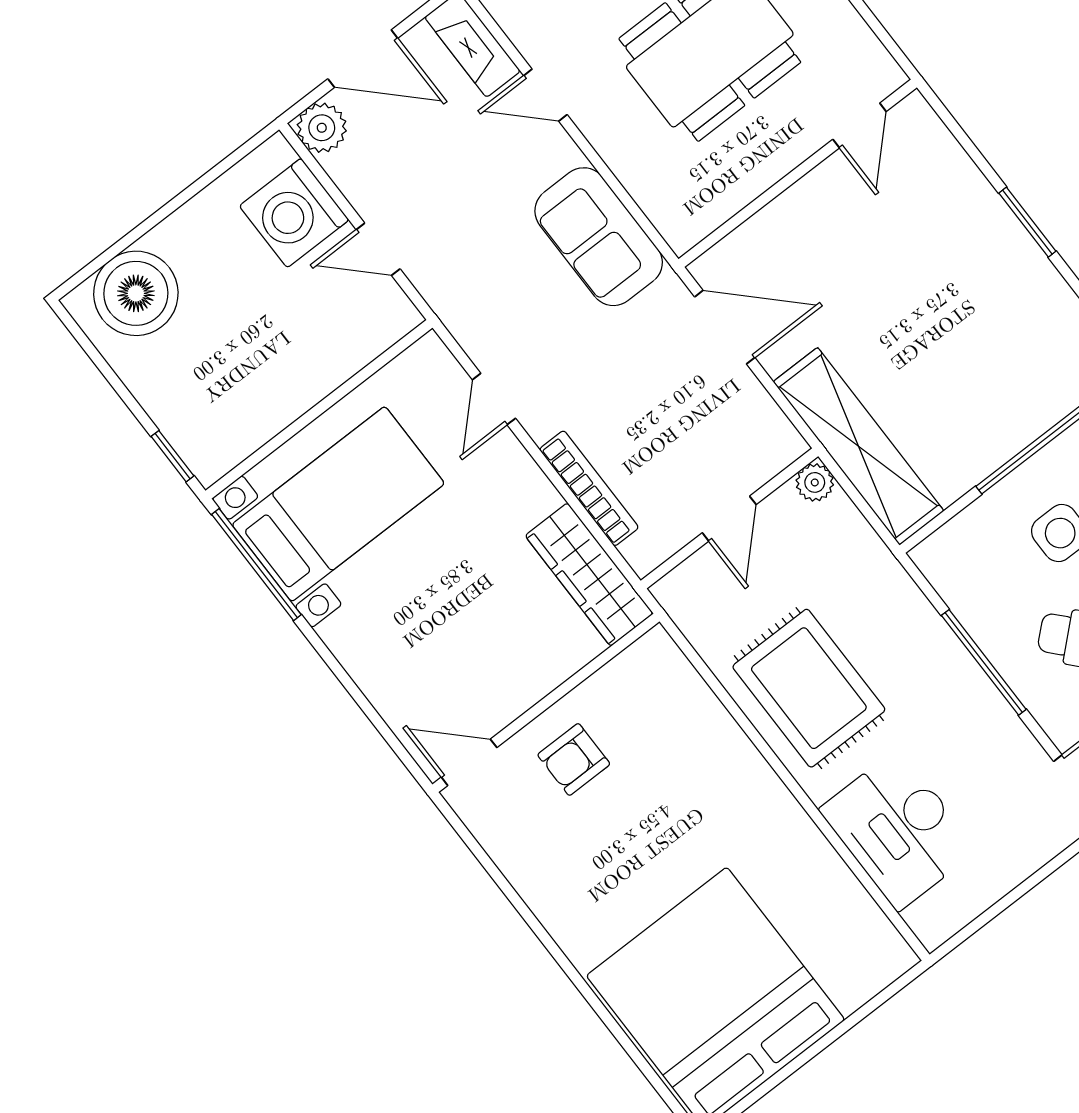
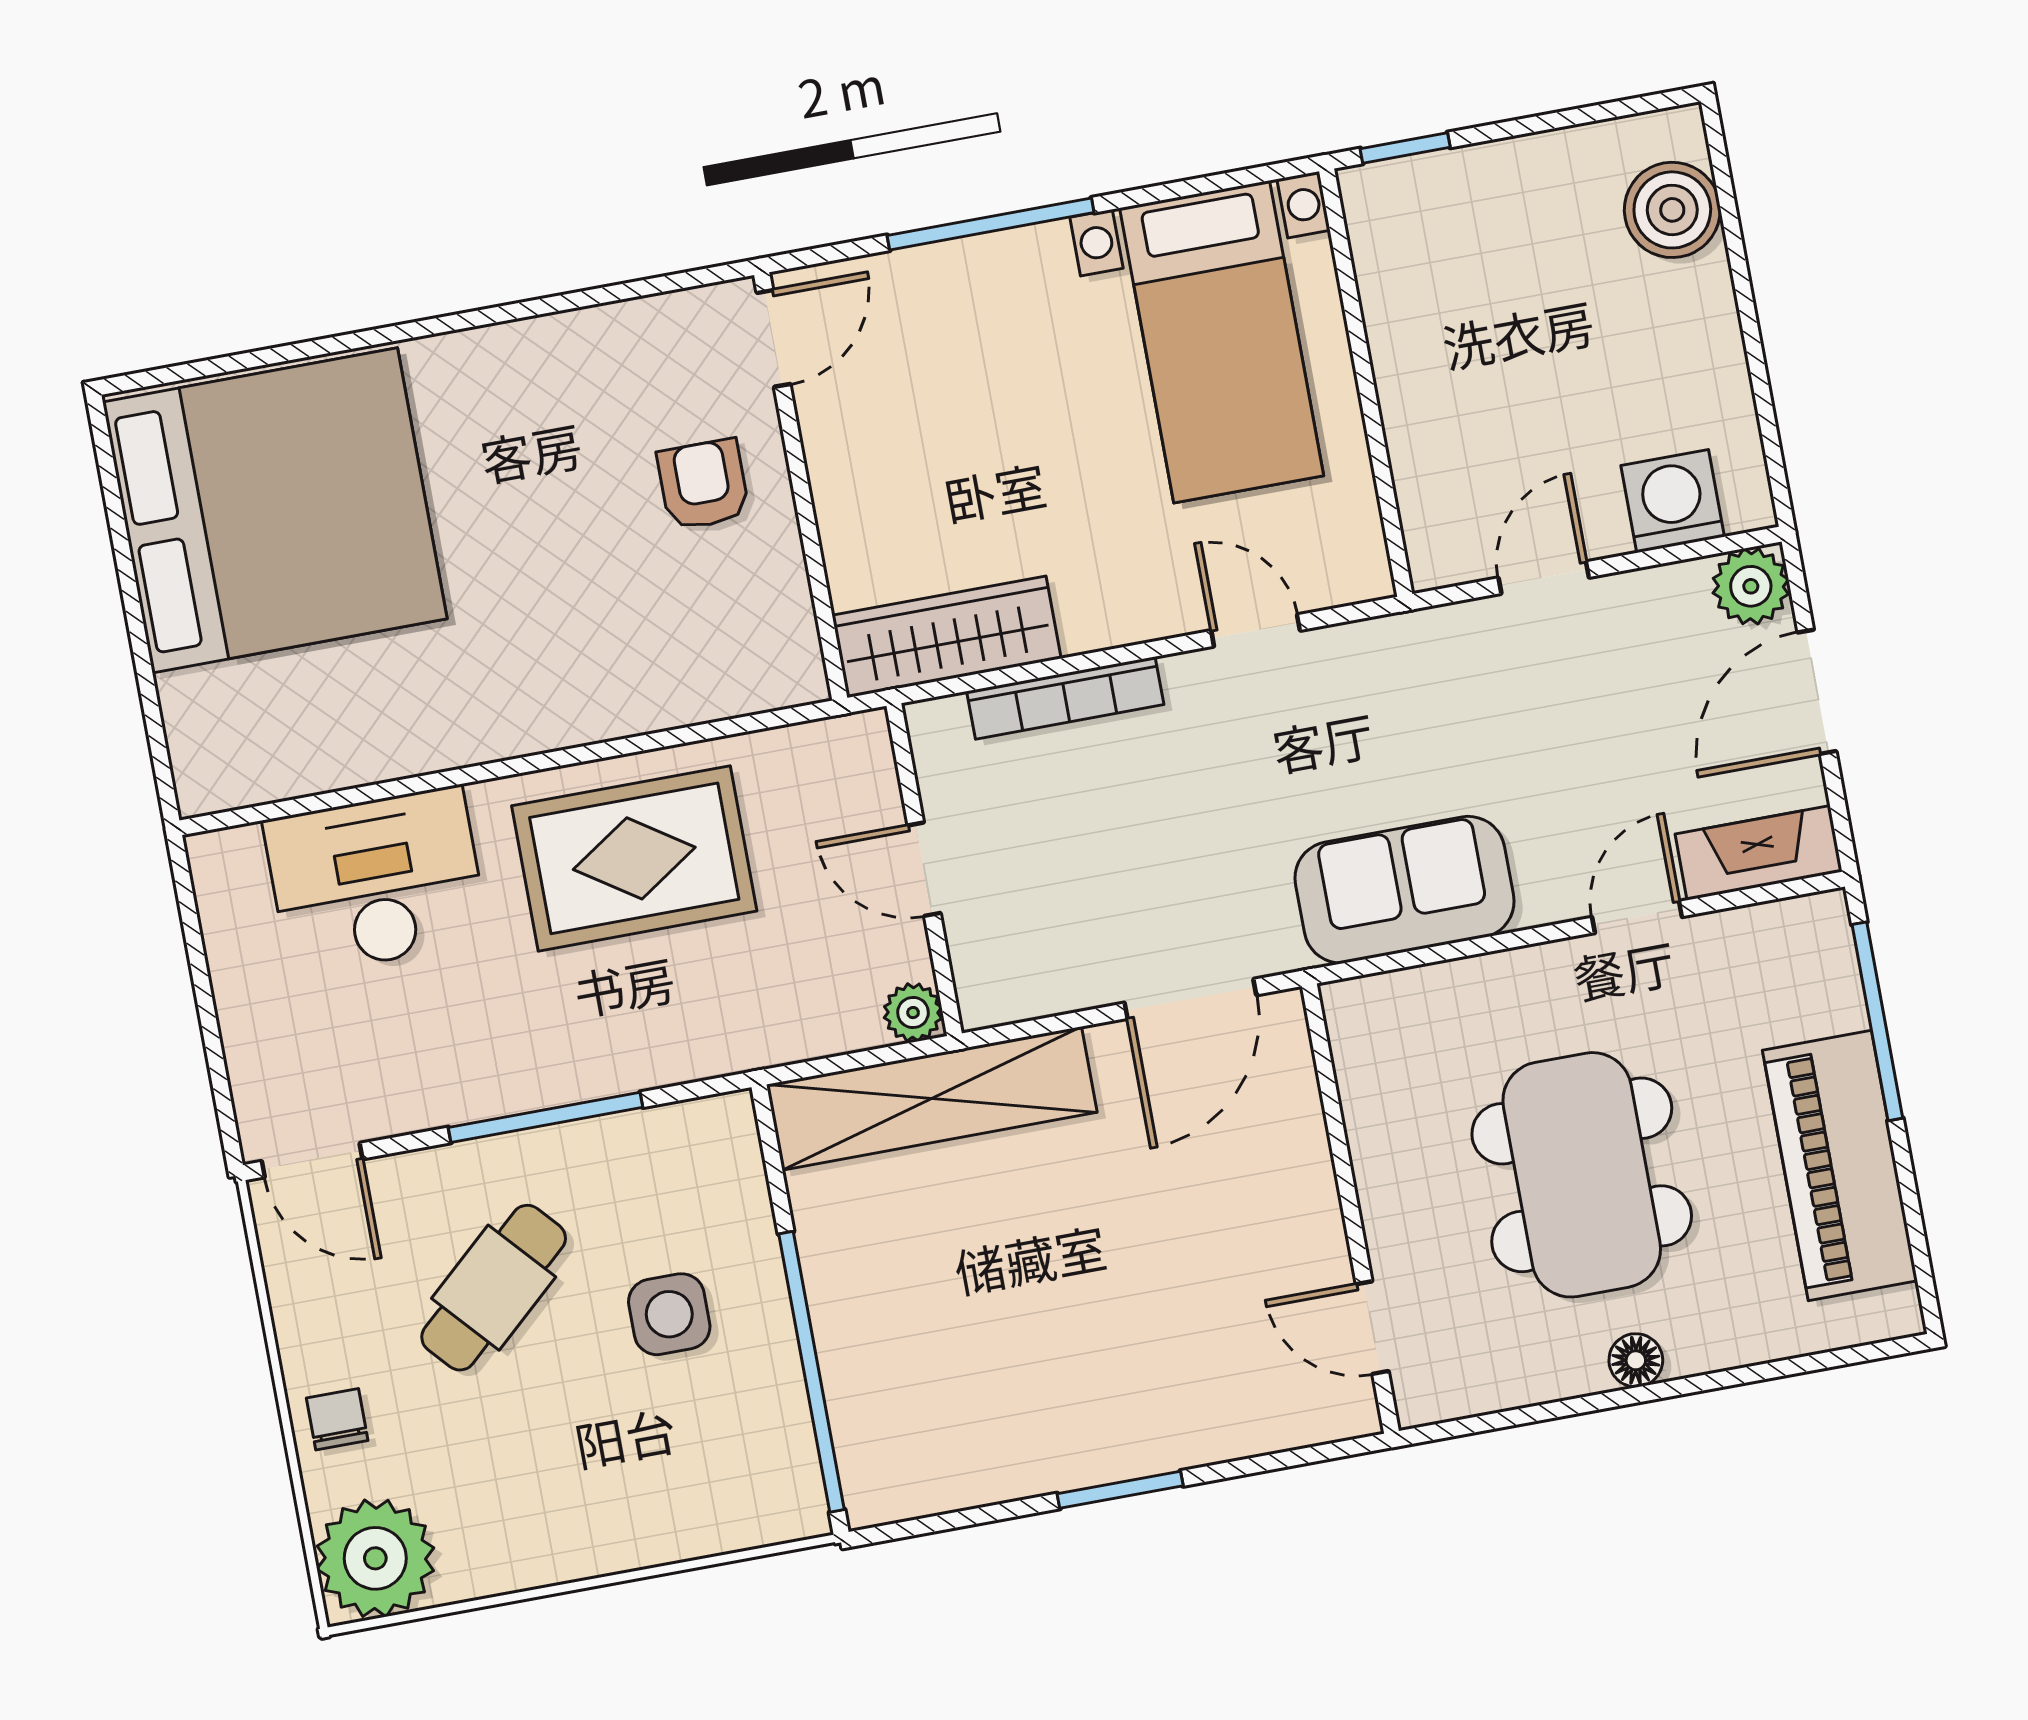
washing machine: (294, 213) -> (1673, 501), width x0.73, depth x0.73
boiler: (136, 293) -> (1672, 210), width x0.73, depth x0.73
window: (256, 565) -> (991, 224), moved

